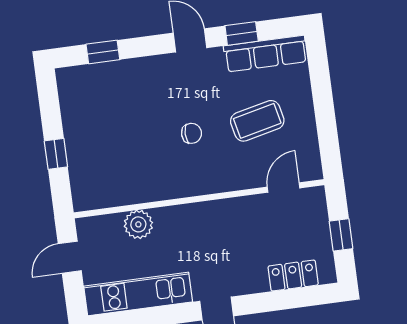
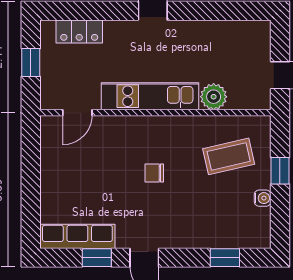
coffee table: (257, 121) -> (229, 156), moved
water cooler: (71, 122) -> (263, 198), added
kitchen unit: (138, 294) -> (150, 96), moved, turned 180

